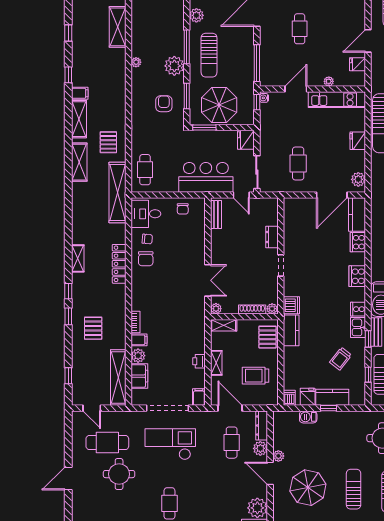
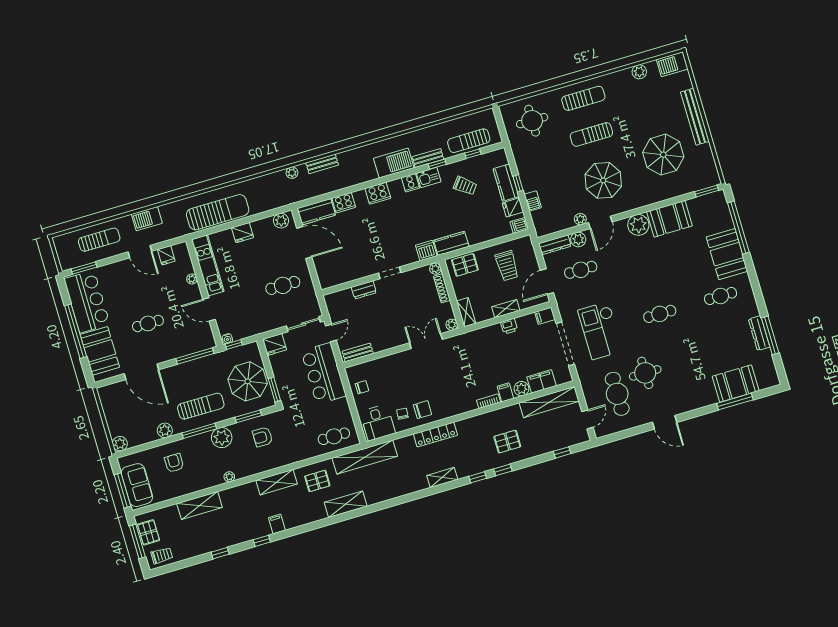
armchair: (164, 15) -> (174, 463), added
shelving: (79, 119) -> (277, 482), moved

